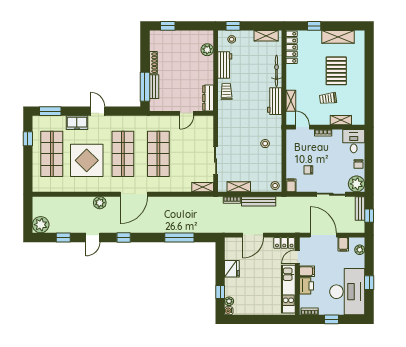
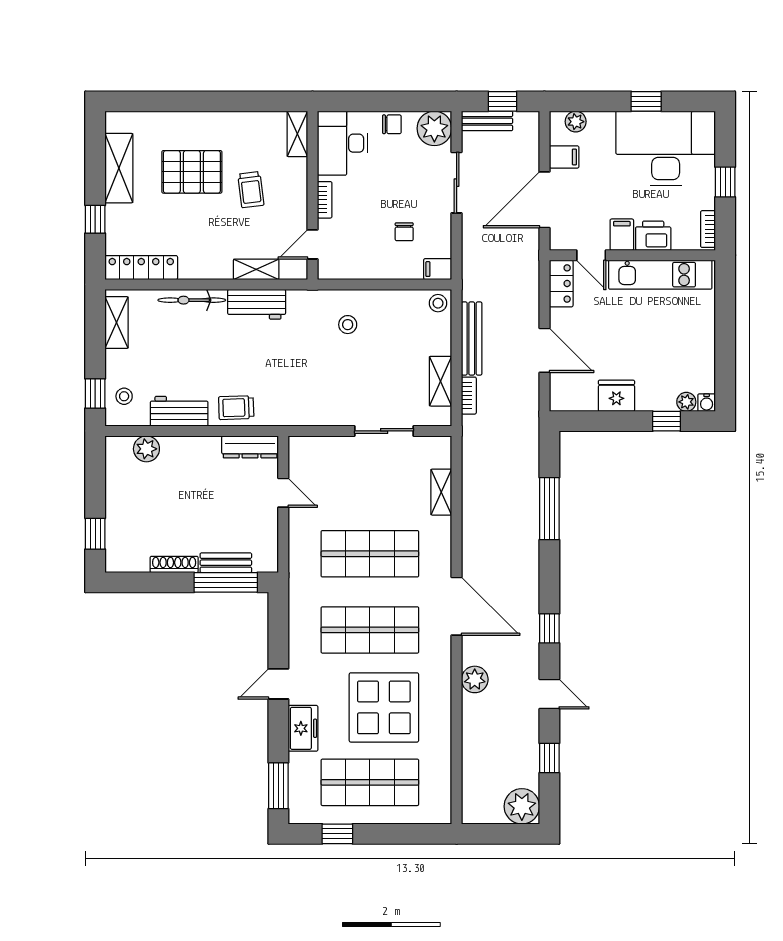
shelving: (341, 120) -> (297, 134), moved
desk: (354, 141) -> (343, 143), width x1.37
shelving: (203, 187) -> (441, 492), moved

